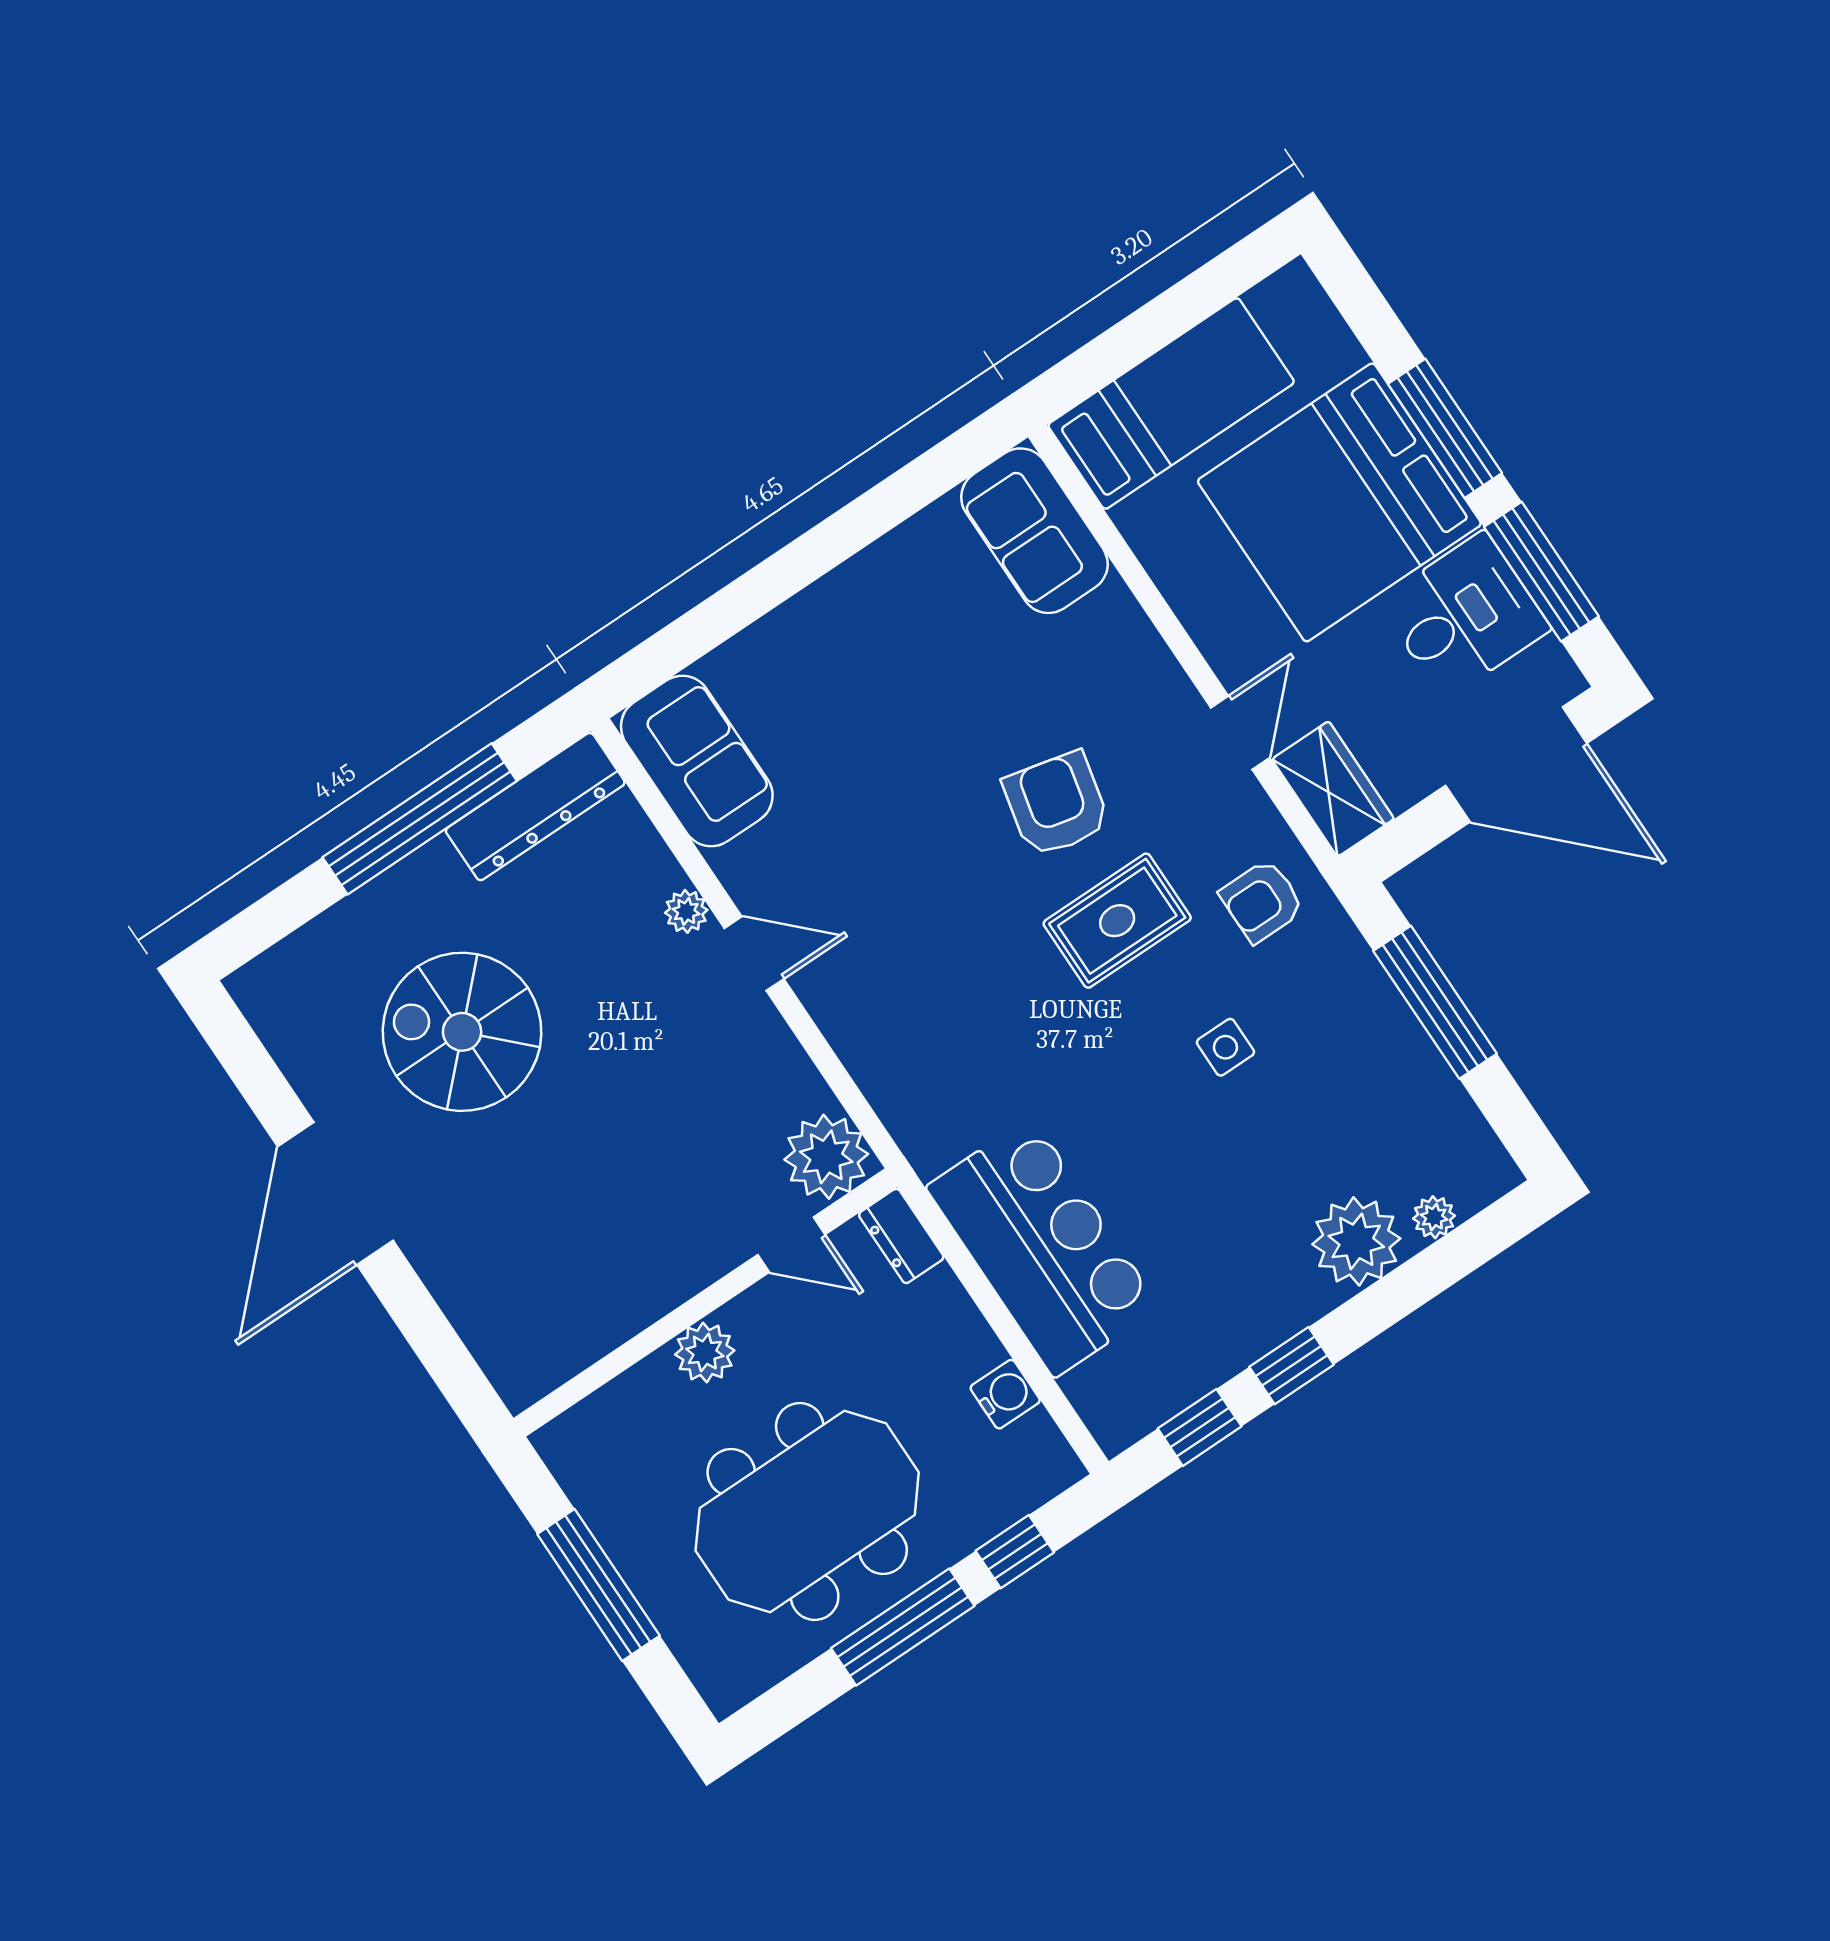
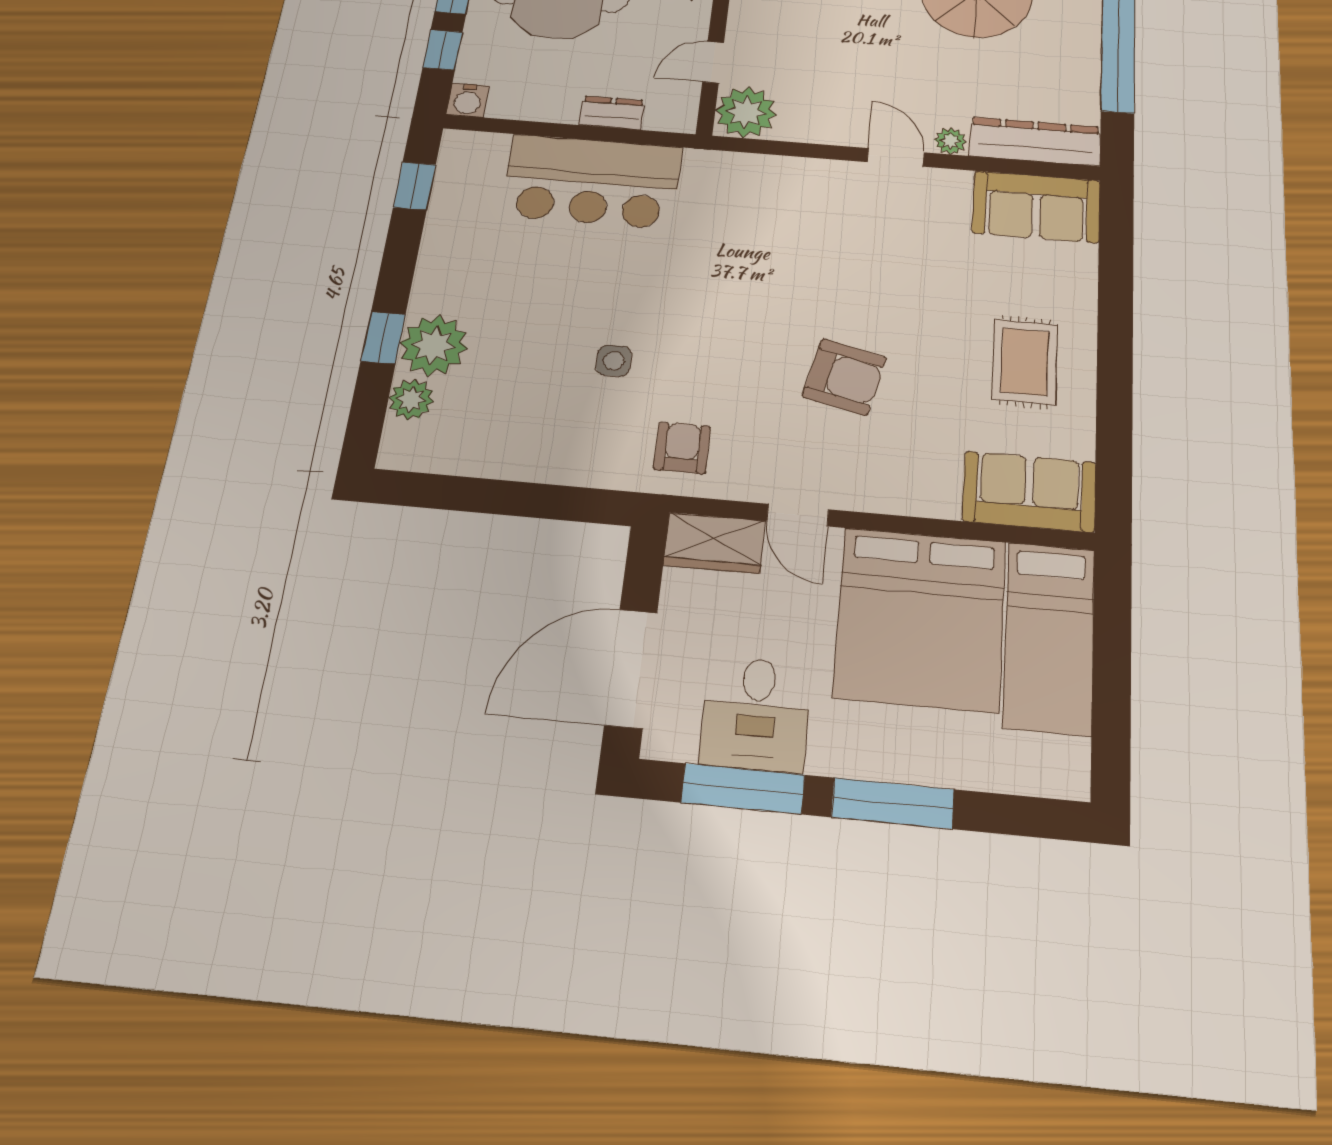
bed: (1339, 502) -> (920, 619), moved, turned 180
dresser: (535, 807) -> (1035, 141), moved, turned 90
rug: (1117, 921) -> (1025, 362), moved
door: (754, 954) -> (896, 157), swing flipped
window: (1435, 1002) -> (529, 500), removed
plant: (1434, 1217) -> (411, 399), width x1.38, depth x1.38
dresser: (901, 1236) -> (612, 113), moved
window: (1292, 1366) -> (383, 338), moved
water cooler: (1005, 1394) -> (468, 100), moved

